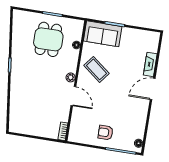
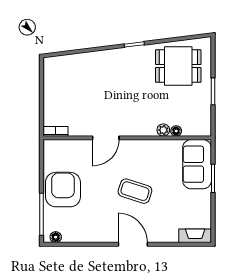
dining table: (48, 39) -> (178, 66), moved
fireplace: (150, 64) -> (195, 236), moved
coffee table: (96, 69) -> (135, 191), moved, turned 70
plant: (71, 77) -> (163, 130), moved
armchair: (105, 133) -> (63, 190), width x1.88, depth x1.88

